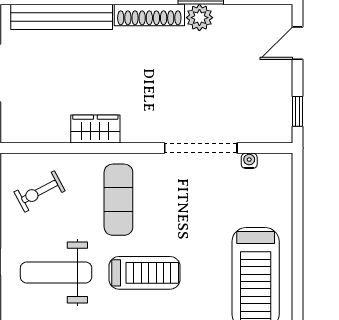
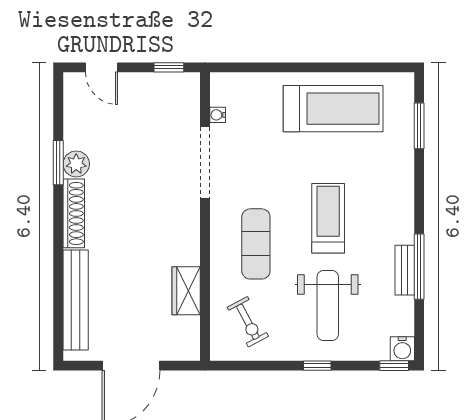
wardrobe: (95, 129) -> (186, 291), moved
exercise mat: (118, 200) -> (256, 244), turned 90

